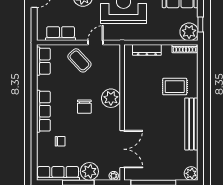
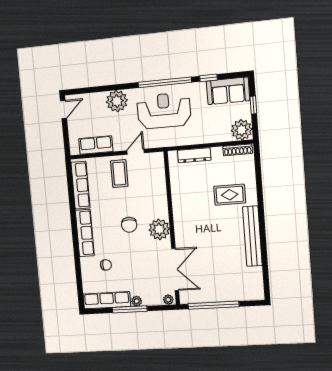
window: (200, 25) -> (253, 105), moved
coffee table: (79, 60) -> (119, 174), turned 43
row of seats: (43, 61) -> (80, 185), width x1.48
plant: (111, 98) -> (159, 229), moved
plant: (89, 171) -> (137, 301), width x0.53, depth x0.53
plant: (191, 173) -> (256, 293), removed

